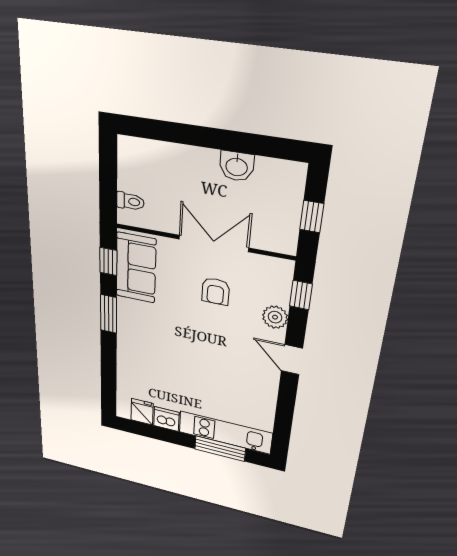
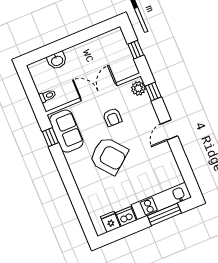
washbasin: (237, 166) -> (57, 60), moved
window: (108, 314) -> (64, 169), removed
plant: (275, 317) -> (138, 88), moved
armchair: (182, 337) -> (109, 156), added
door: (292, 360) -> (169, 130), hinge flipped

